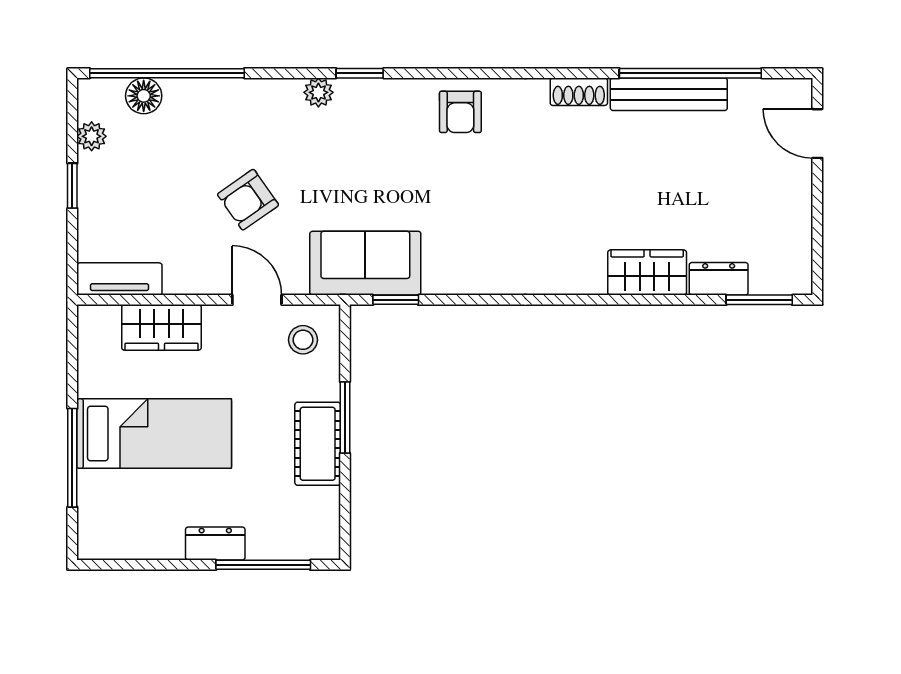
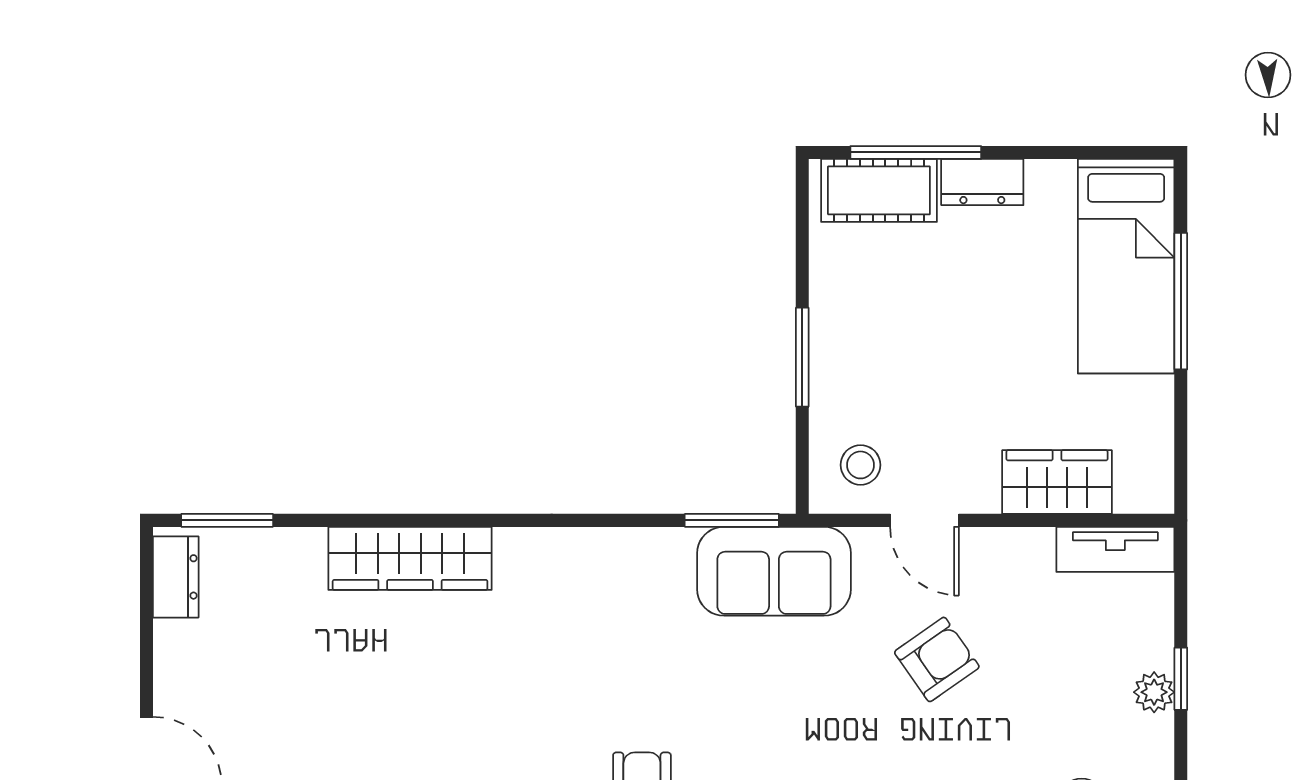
plant: (92, 136) -> (1154, 692), moved
wardrobe: (647, 272) -> (410, 558), width x1.50
dresser: (719, 279) -> (176, 577), moved, turned -90
window: (396, 300) -> (732, 520), width x1.50
bed: (154, 434) -> (1126, 266), moved, turned -90
cot: (318, 444) -> (879, 190), moved, turned 90

